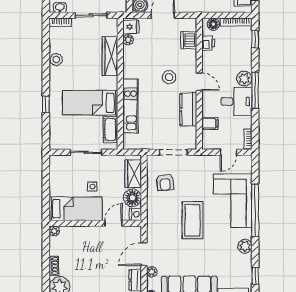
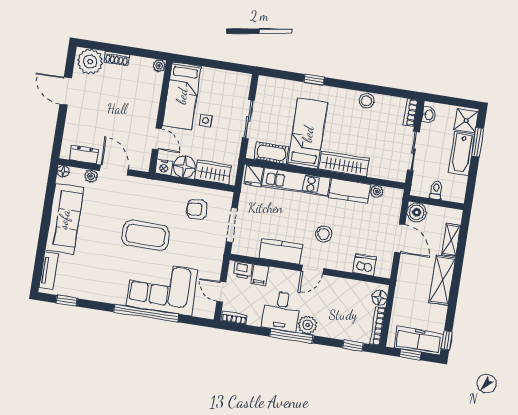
fridge: (131, 27) -> (254, 176), moved
printer: (208, 43) -> (243, 270), moved
wardrobe: (110, 56) -> (344, 164), moved
kitchen counter: (131, 62) -> (349, 191), added
plant: (245, 246) -> (104, 294), removed

